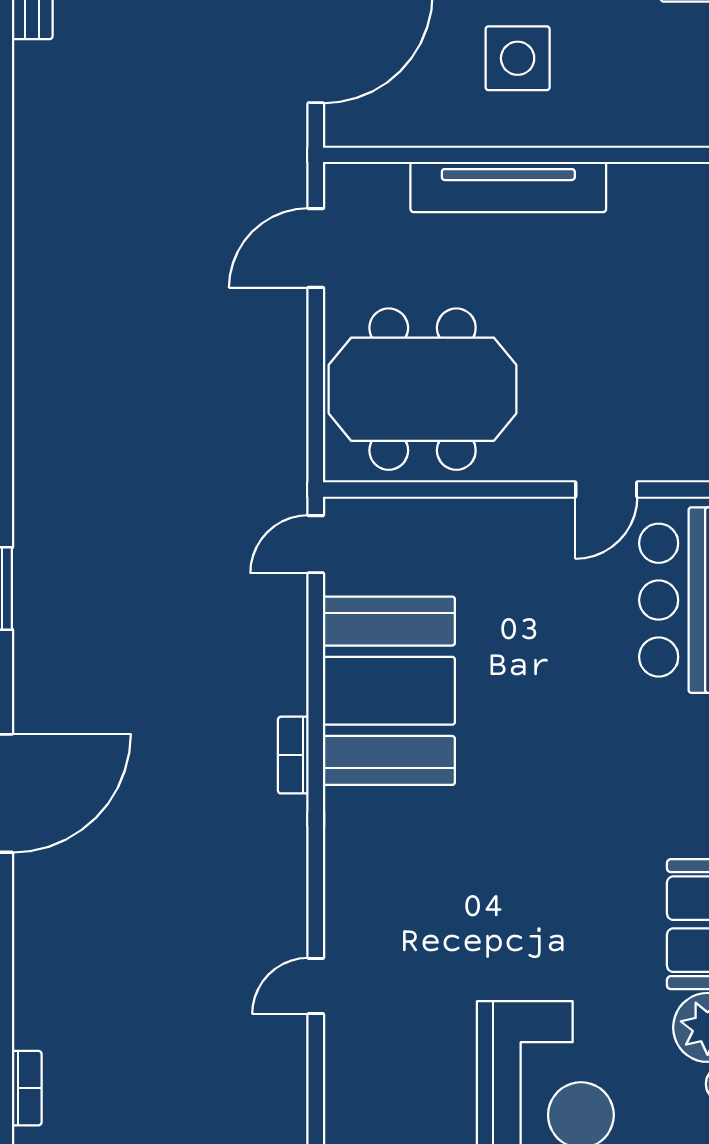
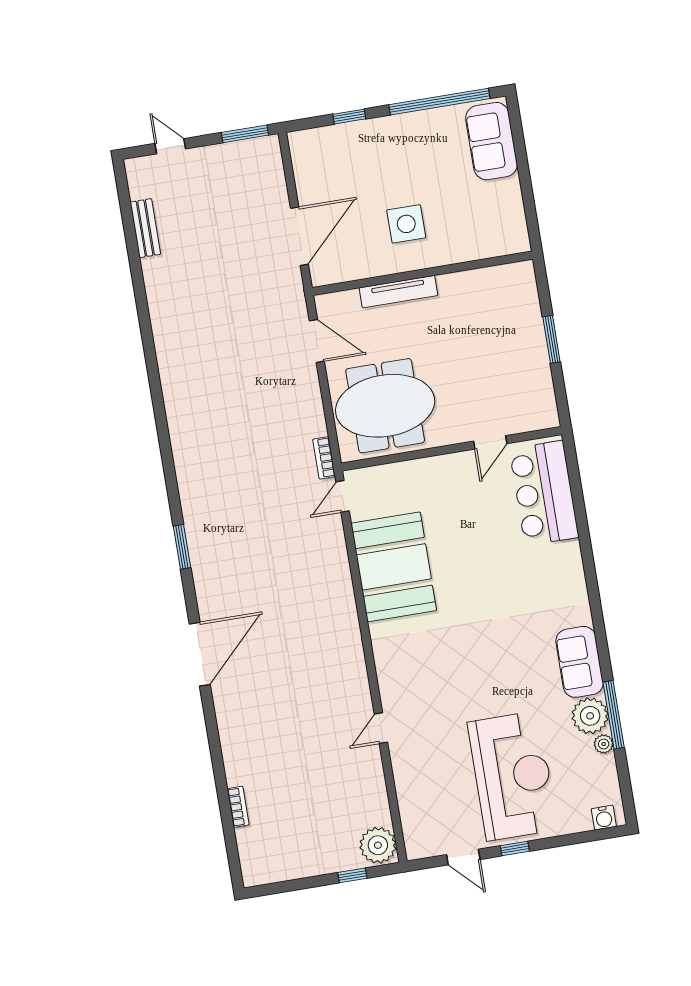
tv unit: (508, 187) -> (398, 292), width x0.73, depth x0.78
door: (316, 248) -> (317, 341), swing flipped
bookcase: (293, 755) -> (324, 458), moved

